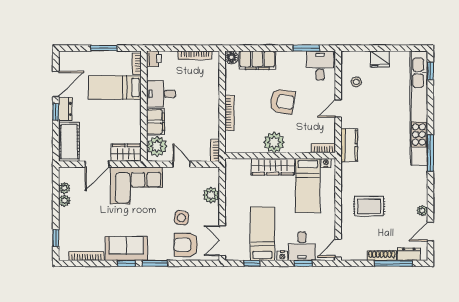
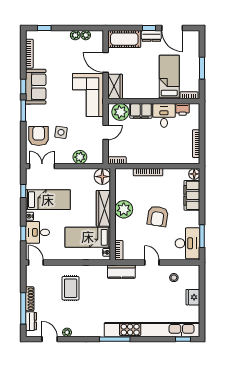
printer: (154, 59) -> (183, 109), moved
desk: (320, 66) -> (187, 243), width x1.37
floor lamp: (235, 168) -> (102, 177), added

